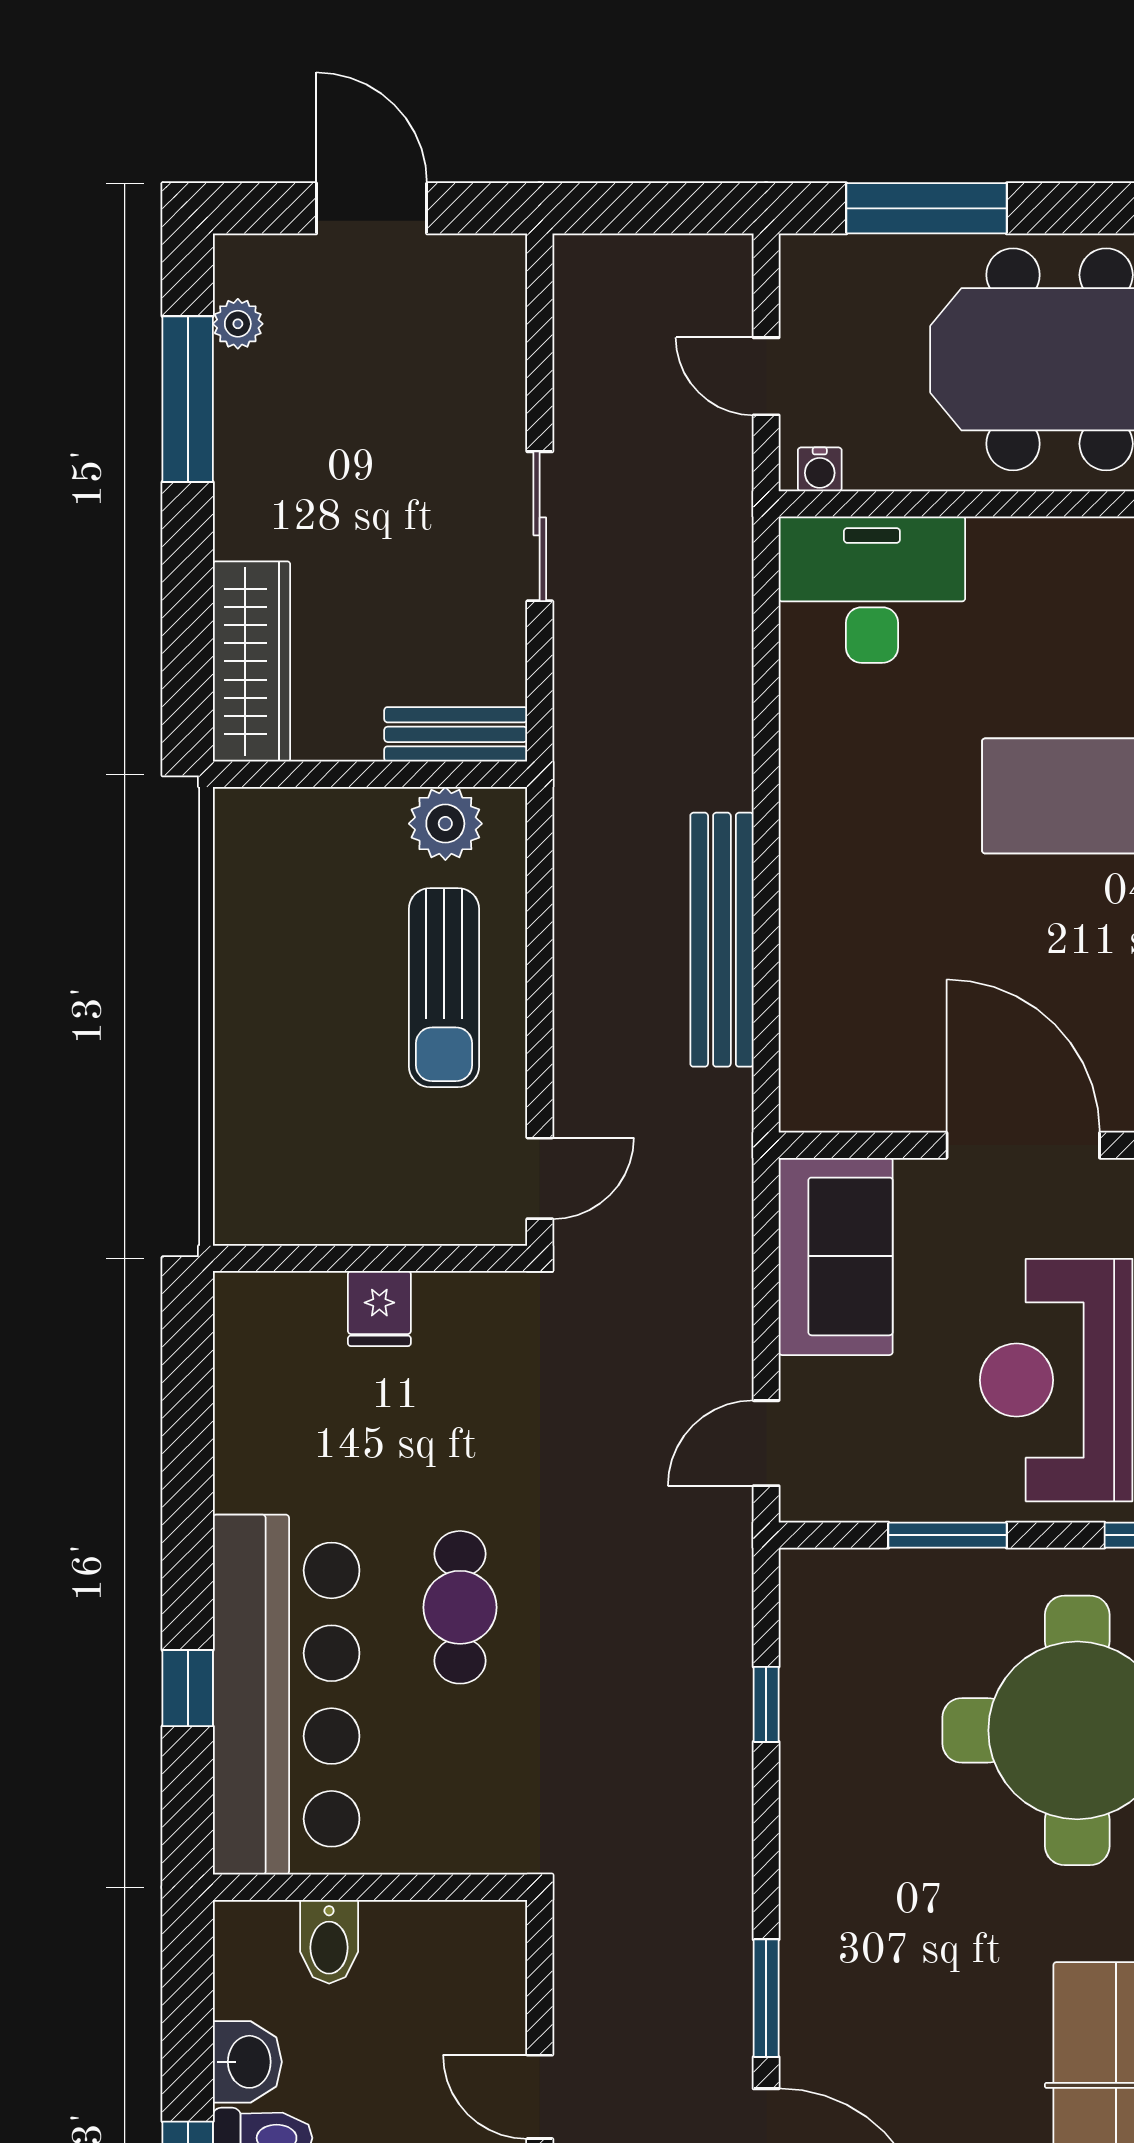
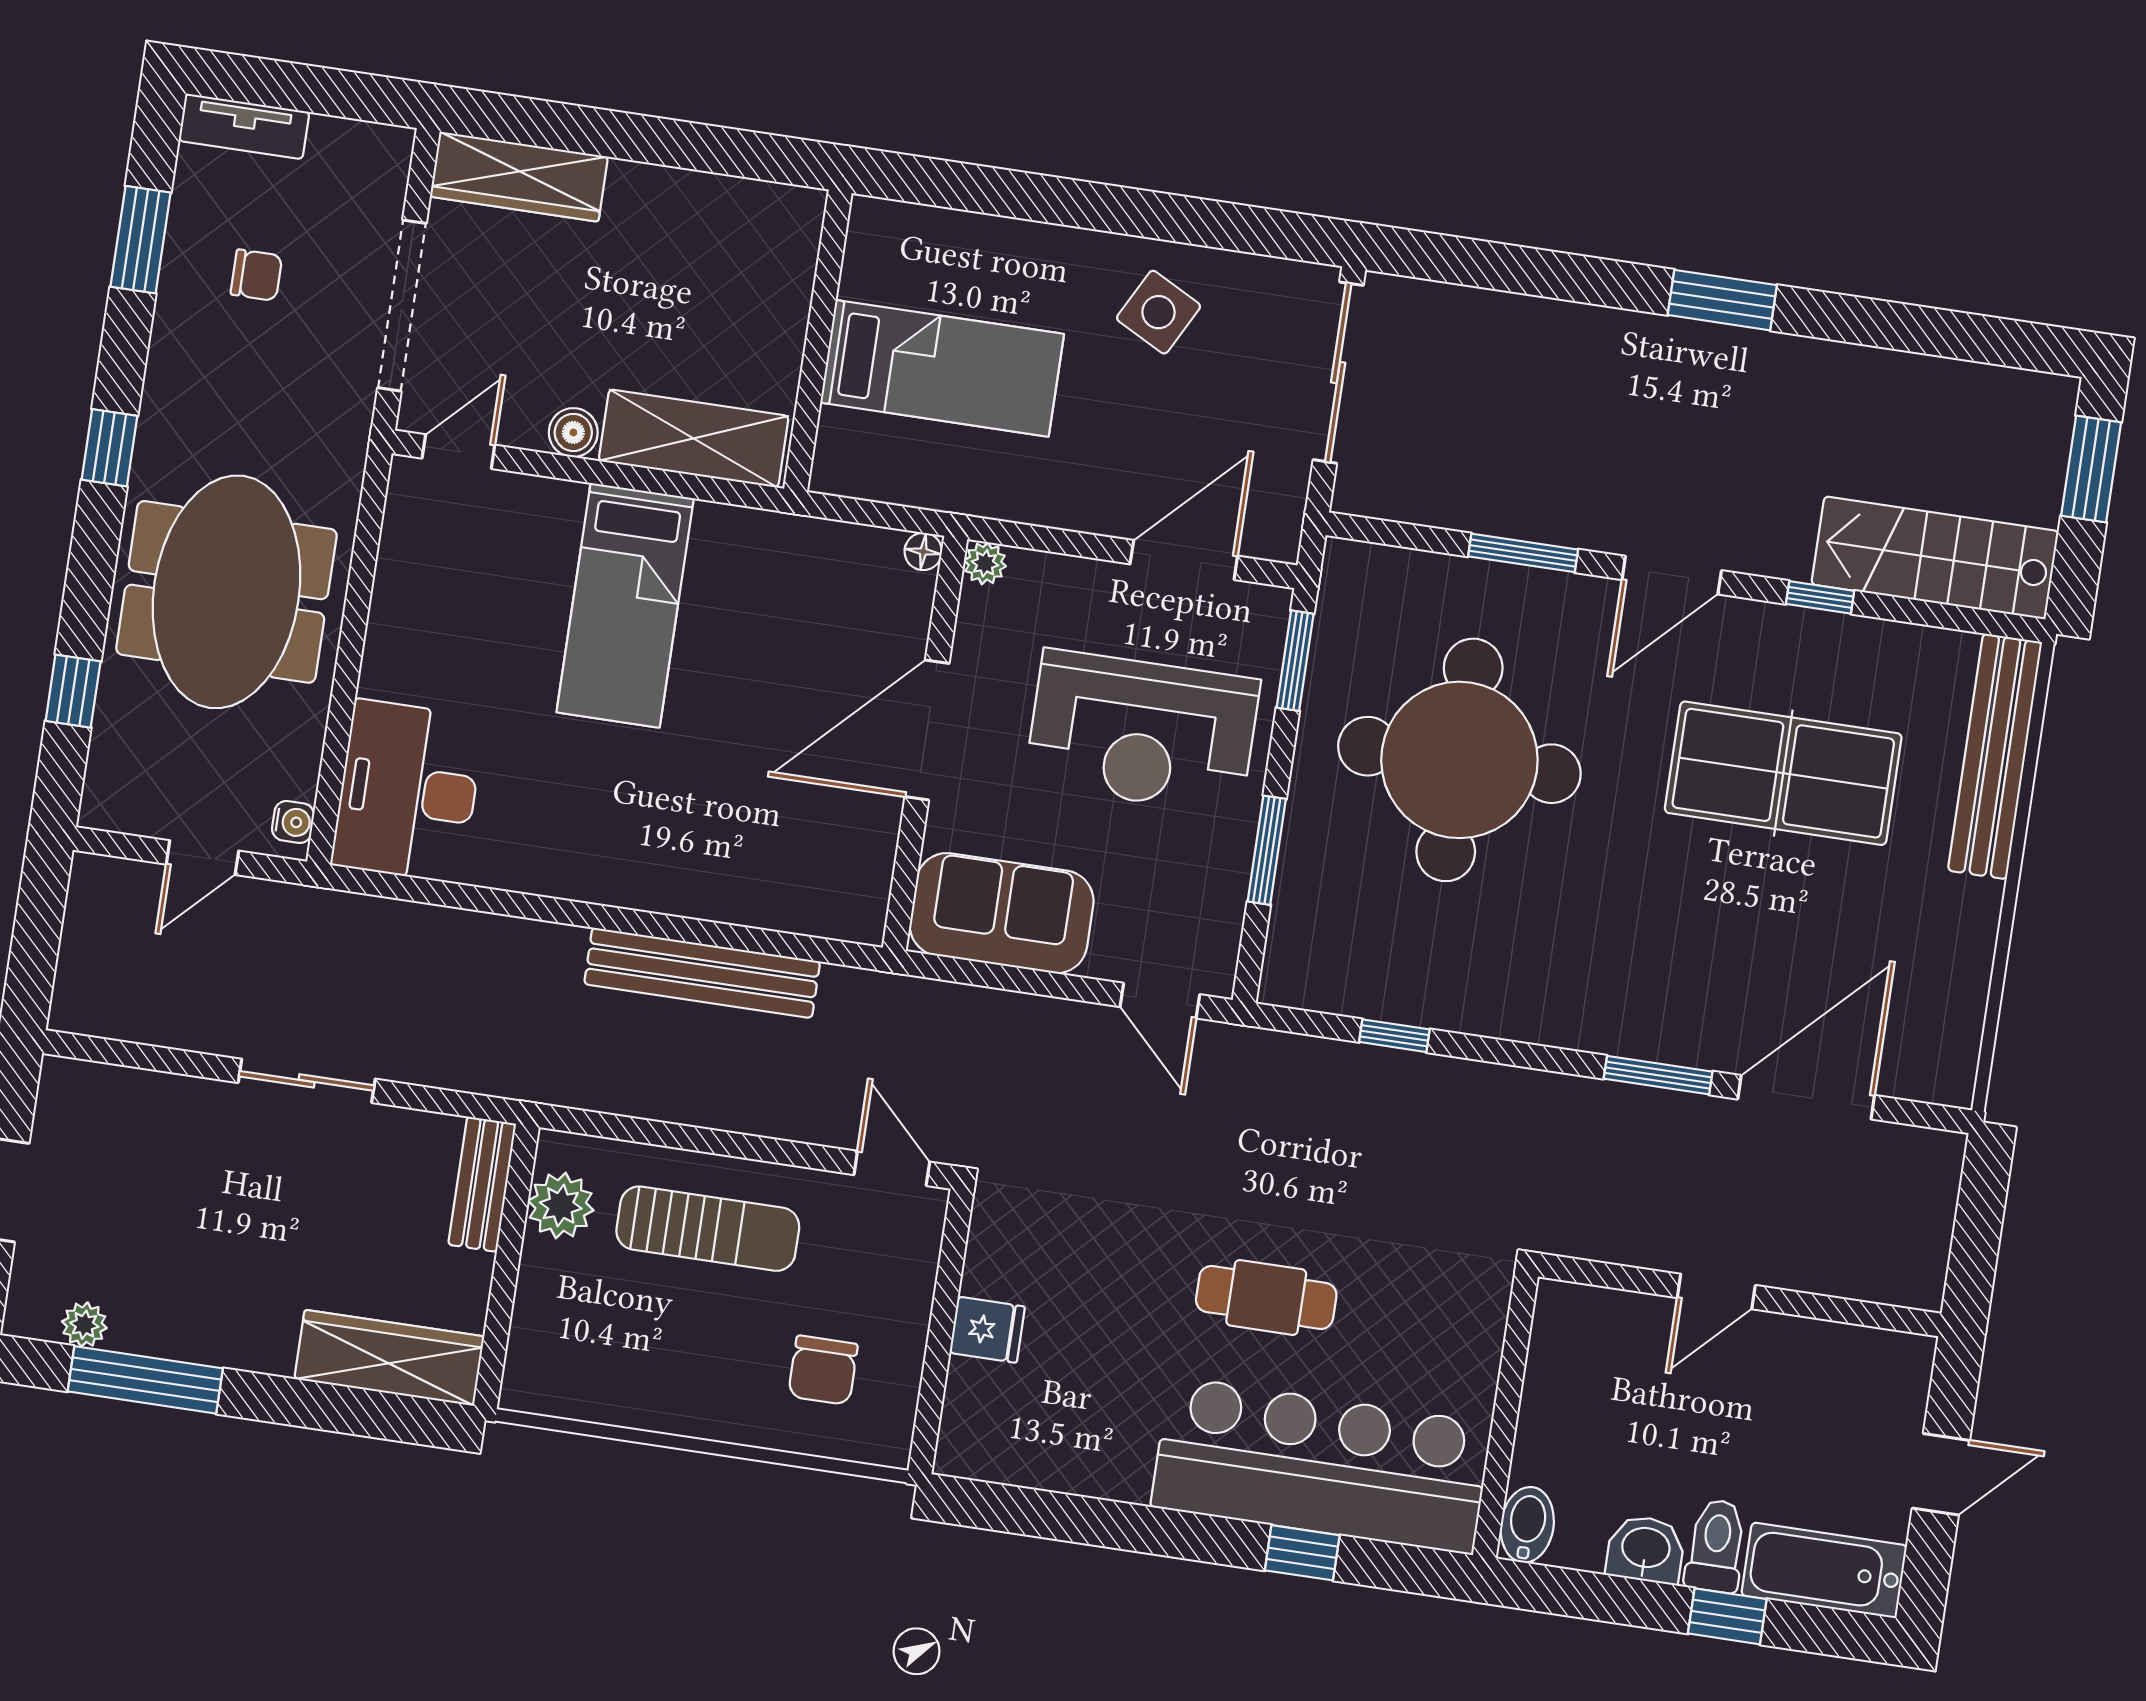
window: (927, 208) -> (73, 691), width x0.46
chair: (309, 1136) -> (823, 1370), added
bidet: (329, 1942) -> (1527, 1525), moved, turned -90

